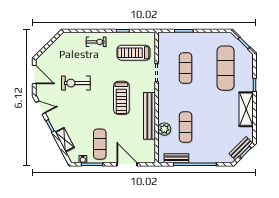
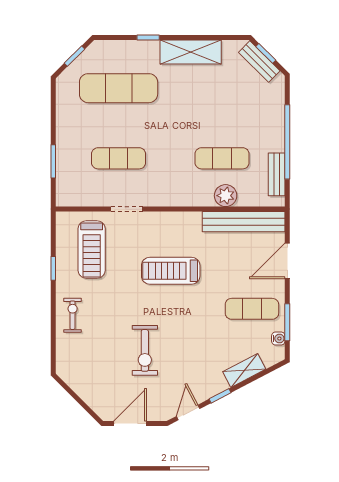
treadmill: (121, 98) -> (171, 271), turned 180
bench: (149, 116) -> (244, 222), moved

